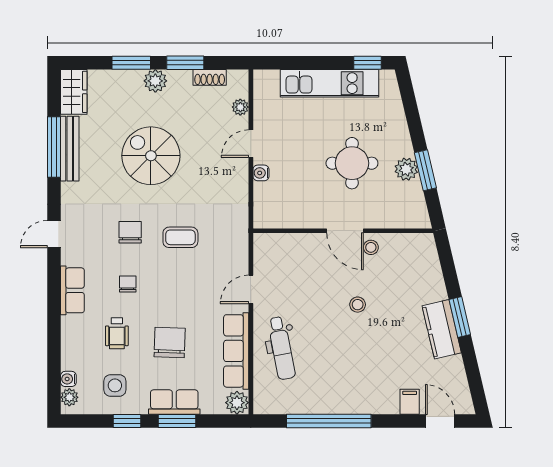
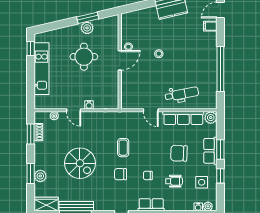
window: (185, 63) -> (31, 134), moved
plant: (155, 81) -> (40, 176), moved
spiral stairs: (151, 156) -> (80, 163), turned -90

